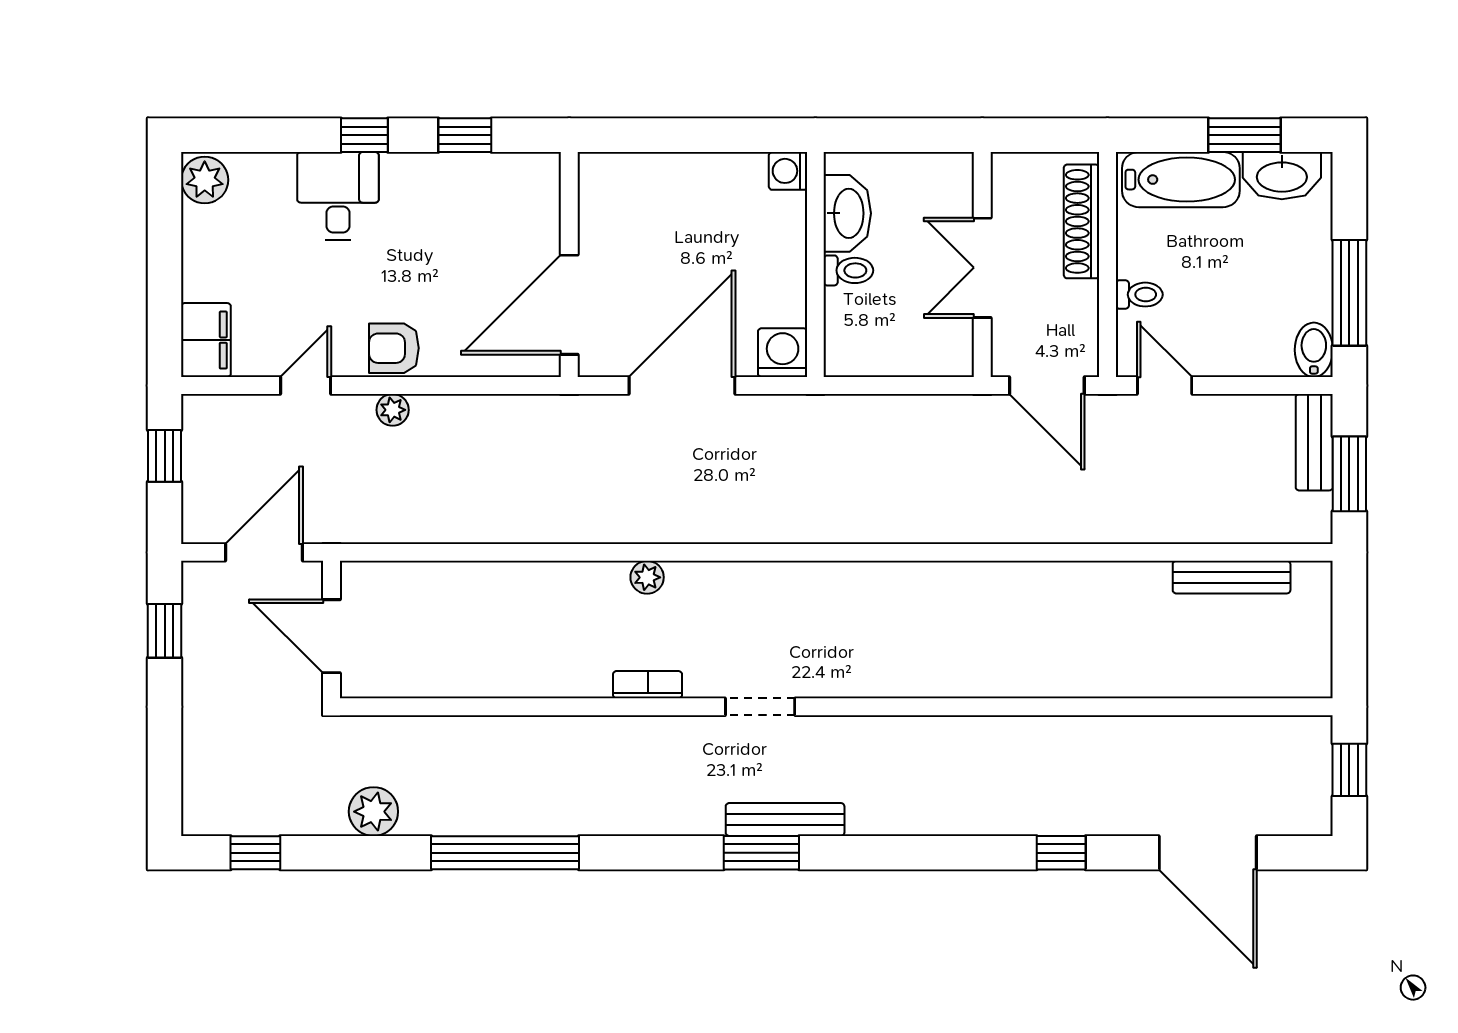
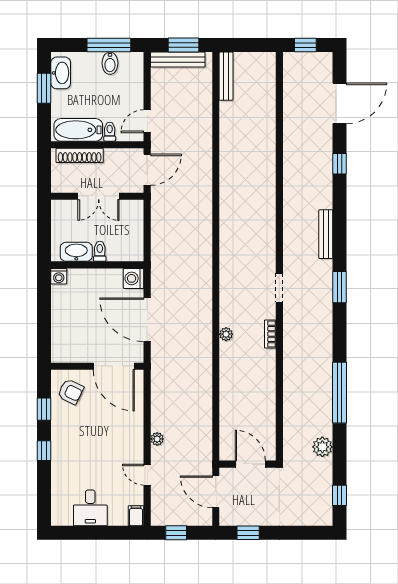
plant: (205, 180) -> (63, 516), removed
bathtub: (1181, 180) -> (78, 130), moved, turned -90
desk: (338, 196) -> (90, 508), moved, turned -90
filing cabinet: (206, 340) -> (136, 516), width x0.50
armchair: (394, 348) -> (71, 392), moved, turned -64
bidet: (1314, 350) -> (110, 63), moved, turned -90
bench: (1314, 442) -> (178, 60), width x1.36
bench: (1232, 577) -> (226, 76), moved
door: (331, 636) -> (250, 464), swing flipped
bench: (785, 819) -> (326, 234), moved

